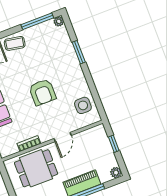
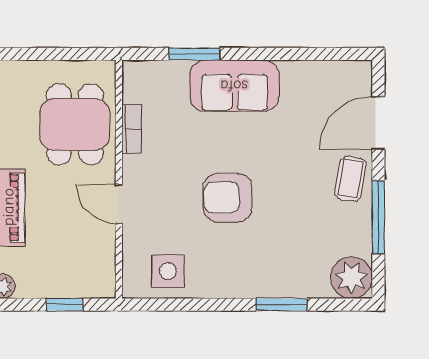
window: (37, 21) -> (378, 217), moved
plant: (59, 21) -> (352, 278), width x1.87, depth x1.87

